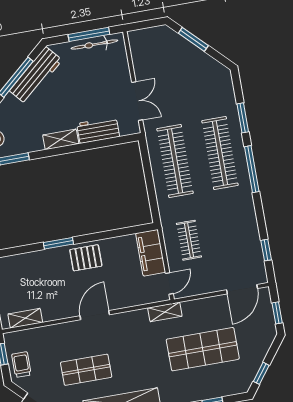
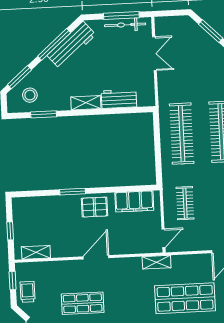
double door: (137, 101) -> (154, 54), moved
filing cabinet: (151, 253) -> (134, 201), moved, turned -90

